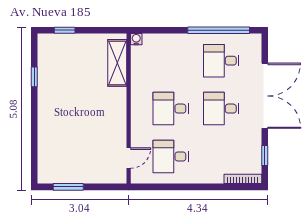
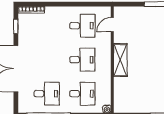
shelving: (117, 63) -> (120, 60), moved
desk: (221, 109) -> (82, 94), moved

